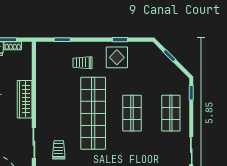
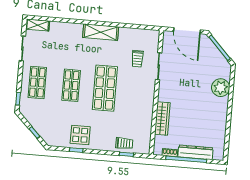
trolley: (82, 63) -> (124, 143), moved
wardrobe: (25, 99) -> (162, 118), moved
shop shelf: (93, 113) -> (105, 88), width x0.71

